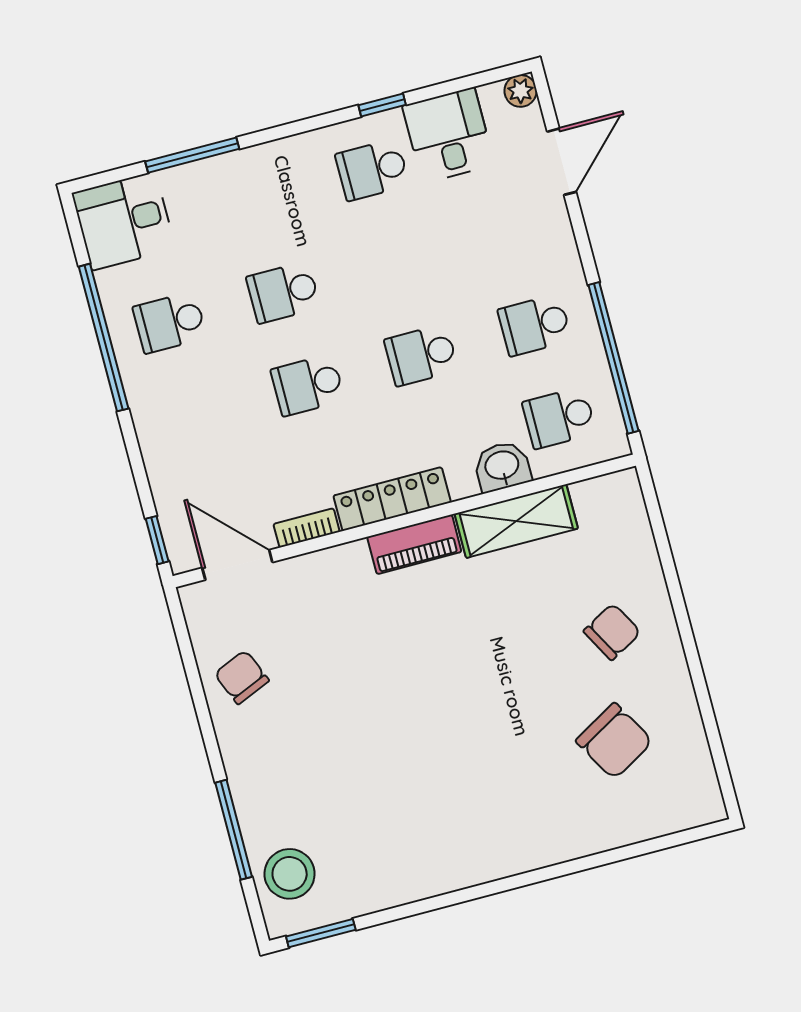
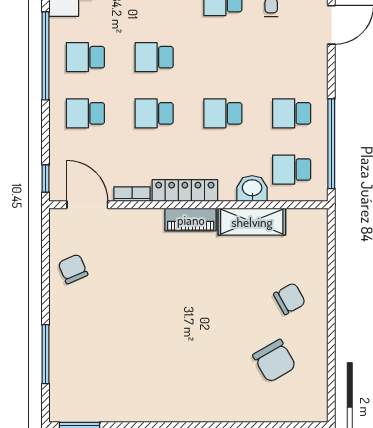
school desk: (194, 415) -> (85, 113), added
stool: (290, 874) -> (71, 387), removed

